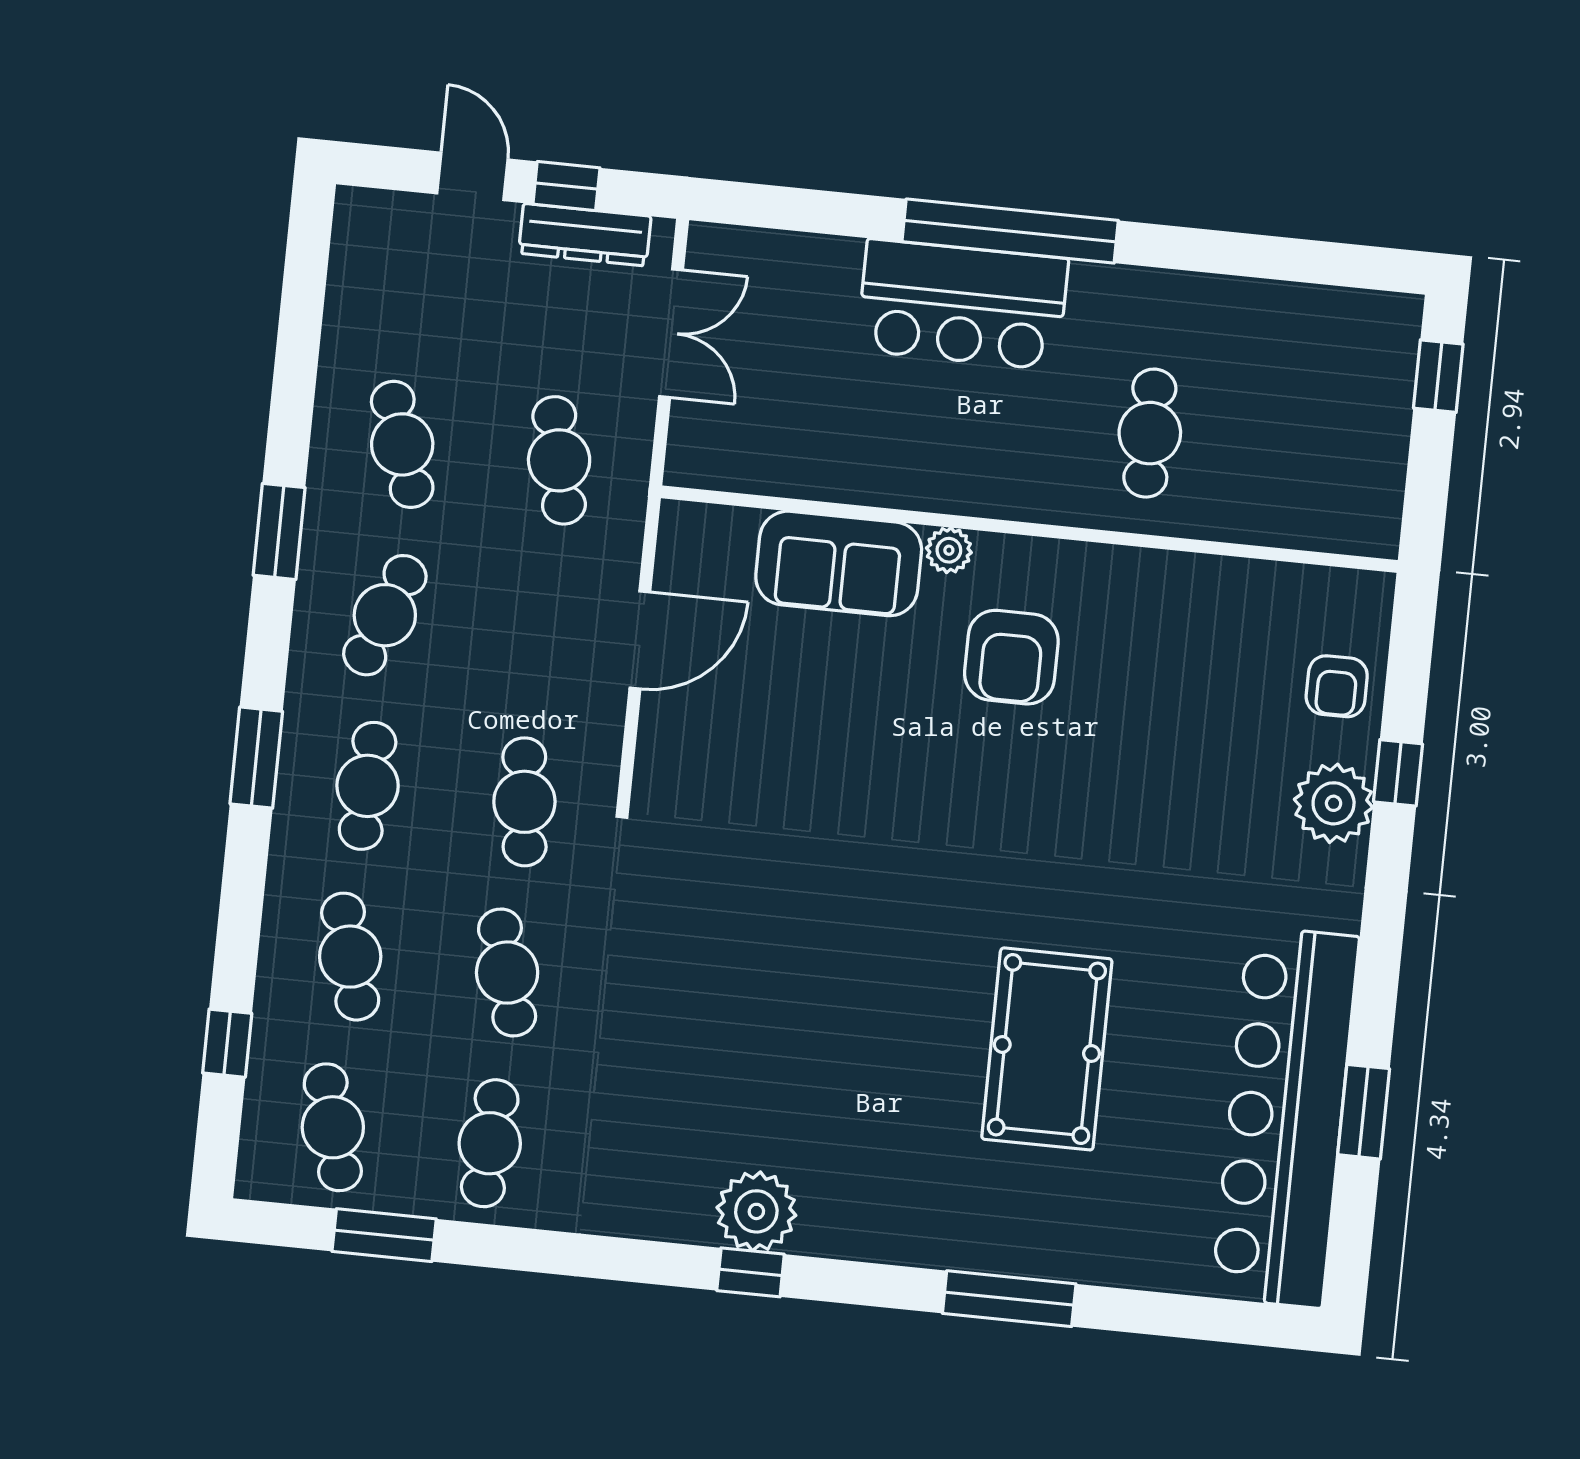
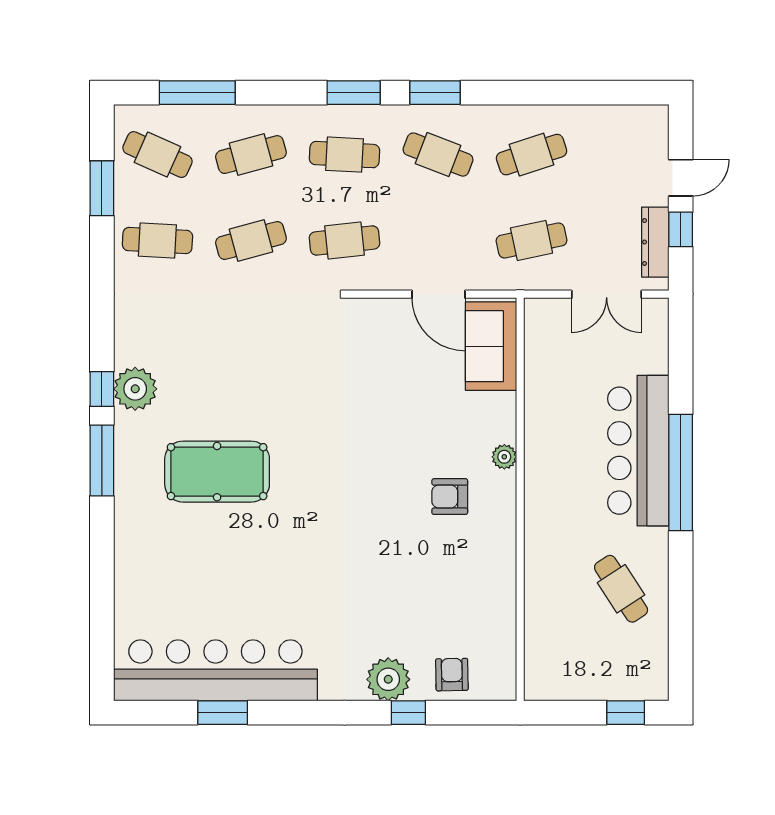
bar counter: (963, 304) -> (638, 451), width x1.36
cafe table: (1150, 433) -> (621, 589), moved, turned 57
window: (279, 531) -> (435, 93), moved
sofa: (839, 563) -> (491, 346), moved
armchair: (1011, 657) -> (450, 497), width x0.72, depth x0.72
armchair: (1337, 686) -> (452, 675), turned 89
window: (227, 1043) -> (197, 93), width x2.17
pool table: (1047, 1049) -> (217, 472), moved
cafe table: (333, 1127) -> (157, 155), turned 39
window: (1009, 1299) -> (102, 461), moved

